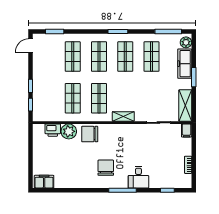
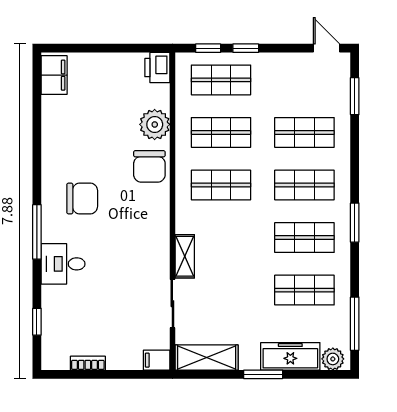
shop shelf: (47, 98) -> (221, 80), added
shelving: (123, 116) -> (185, 256), moved
printer: (53, 130) -> (157, 68), moved
chair: (90, 134) -> (149, 166), turned 180

